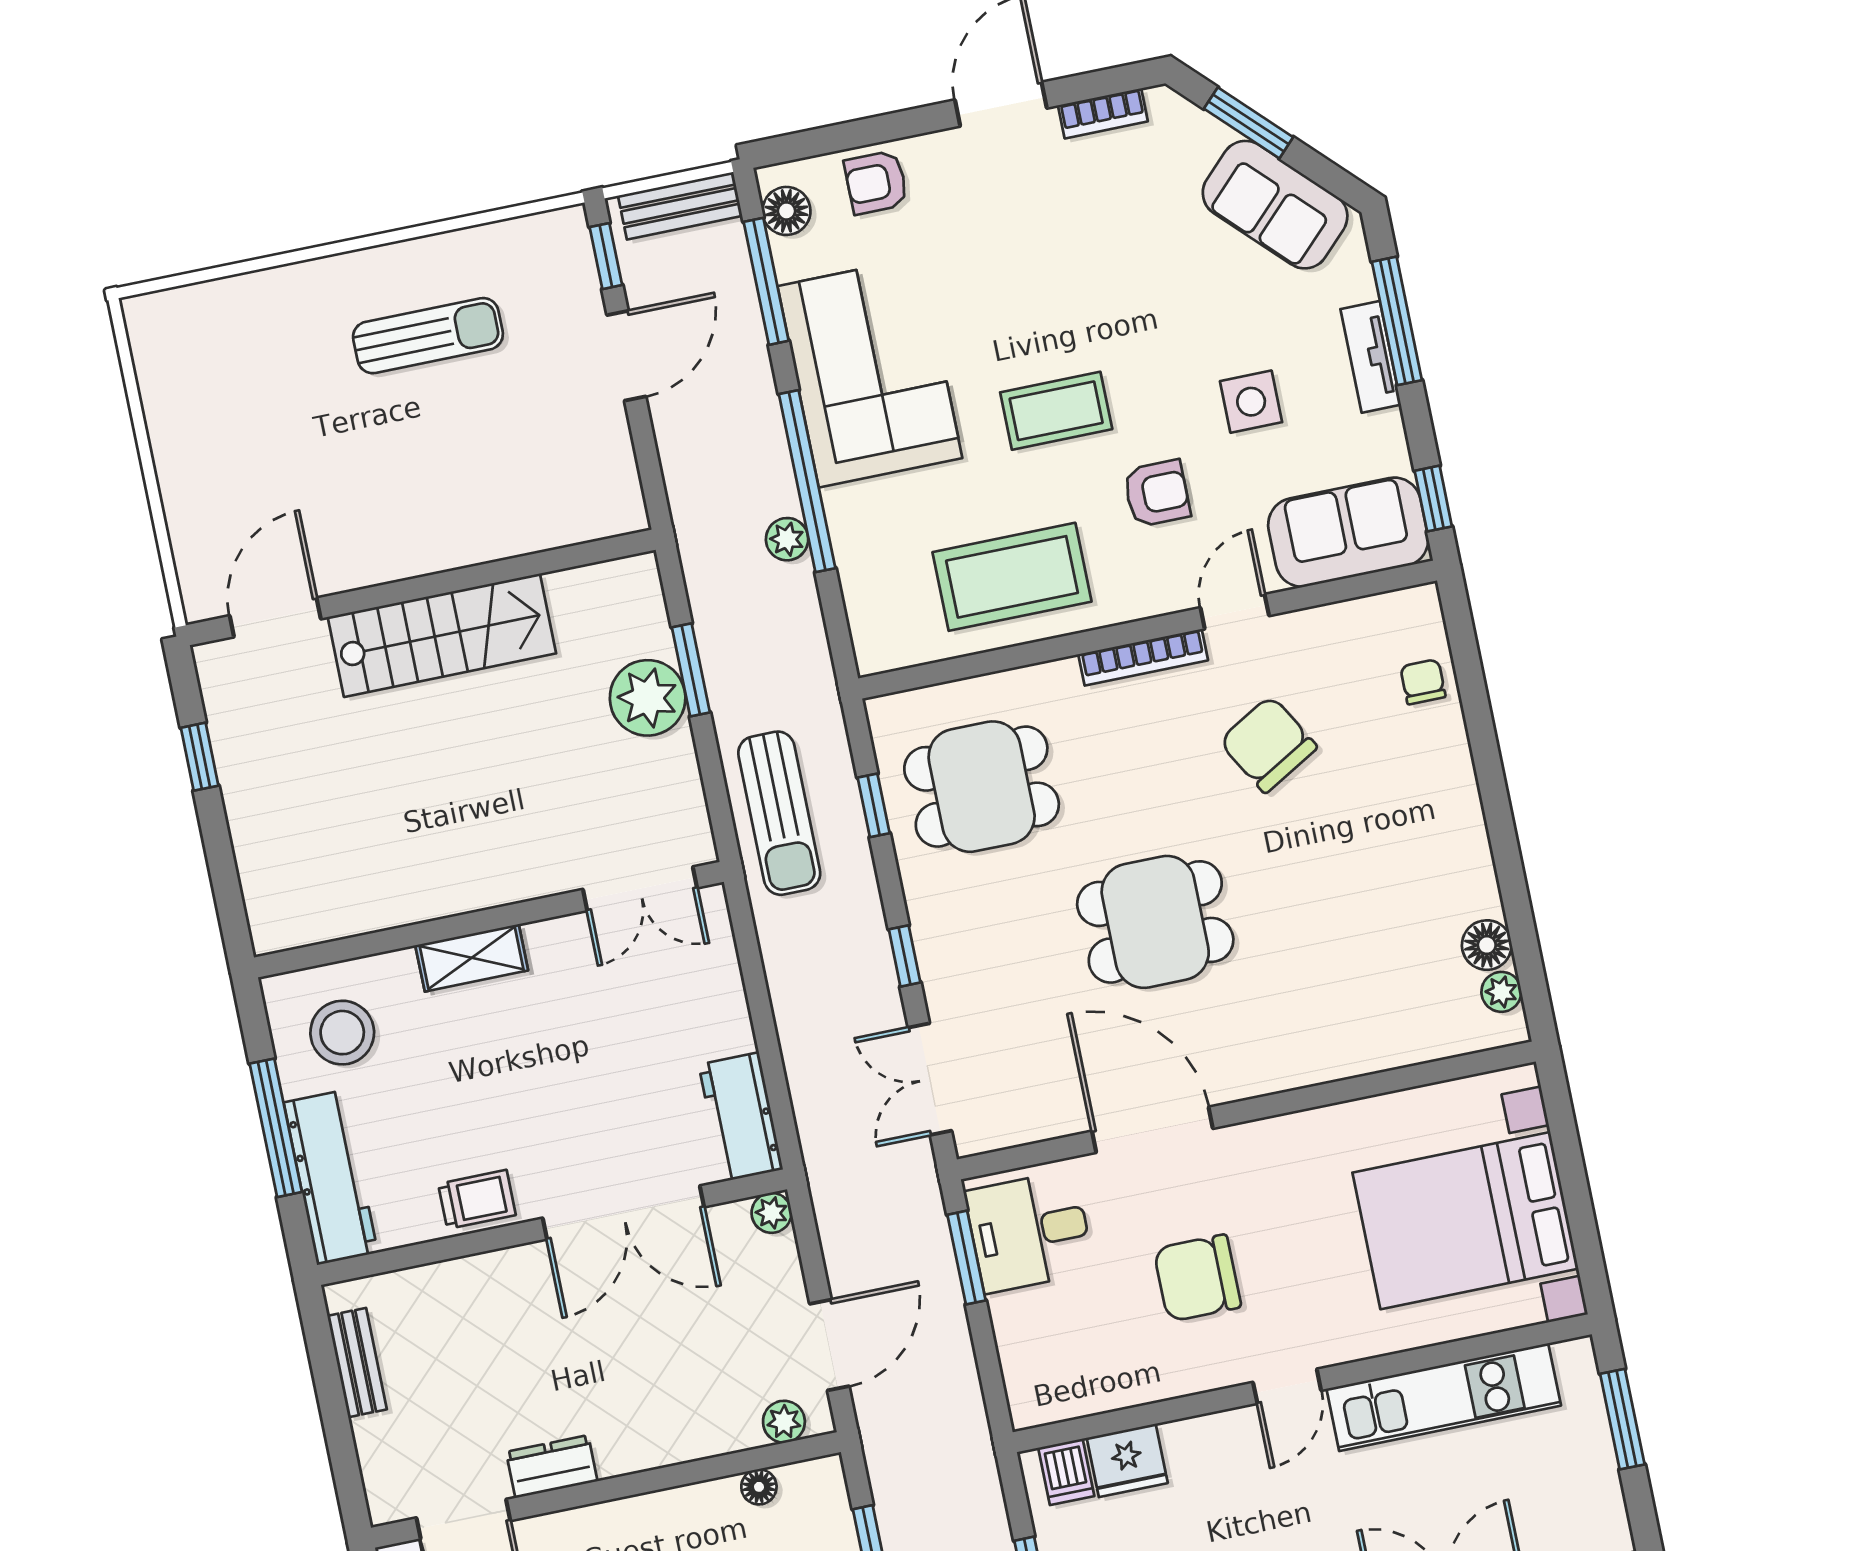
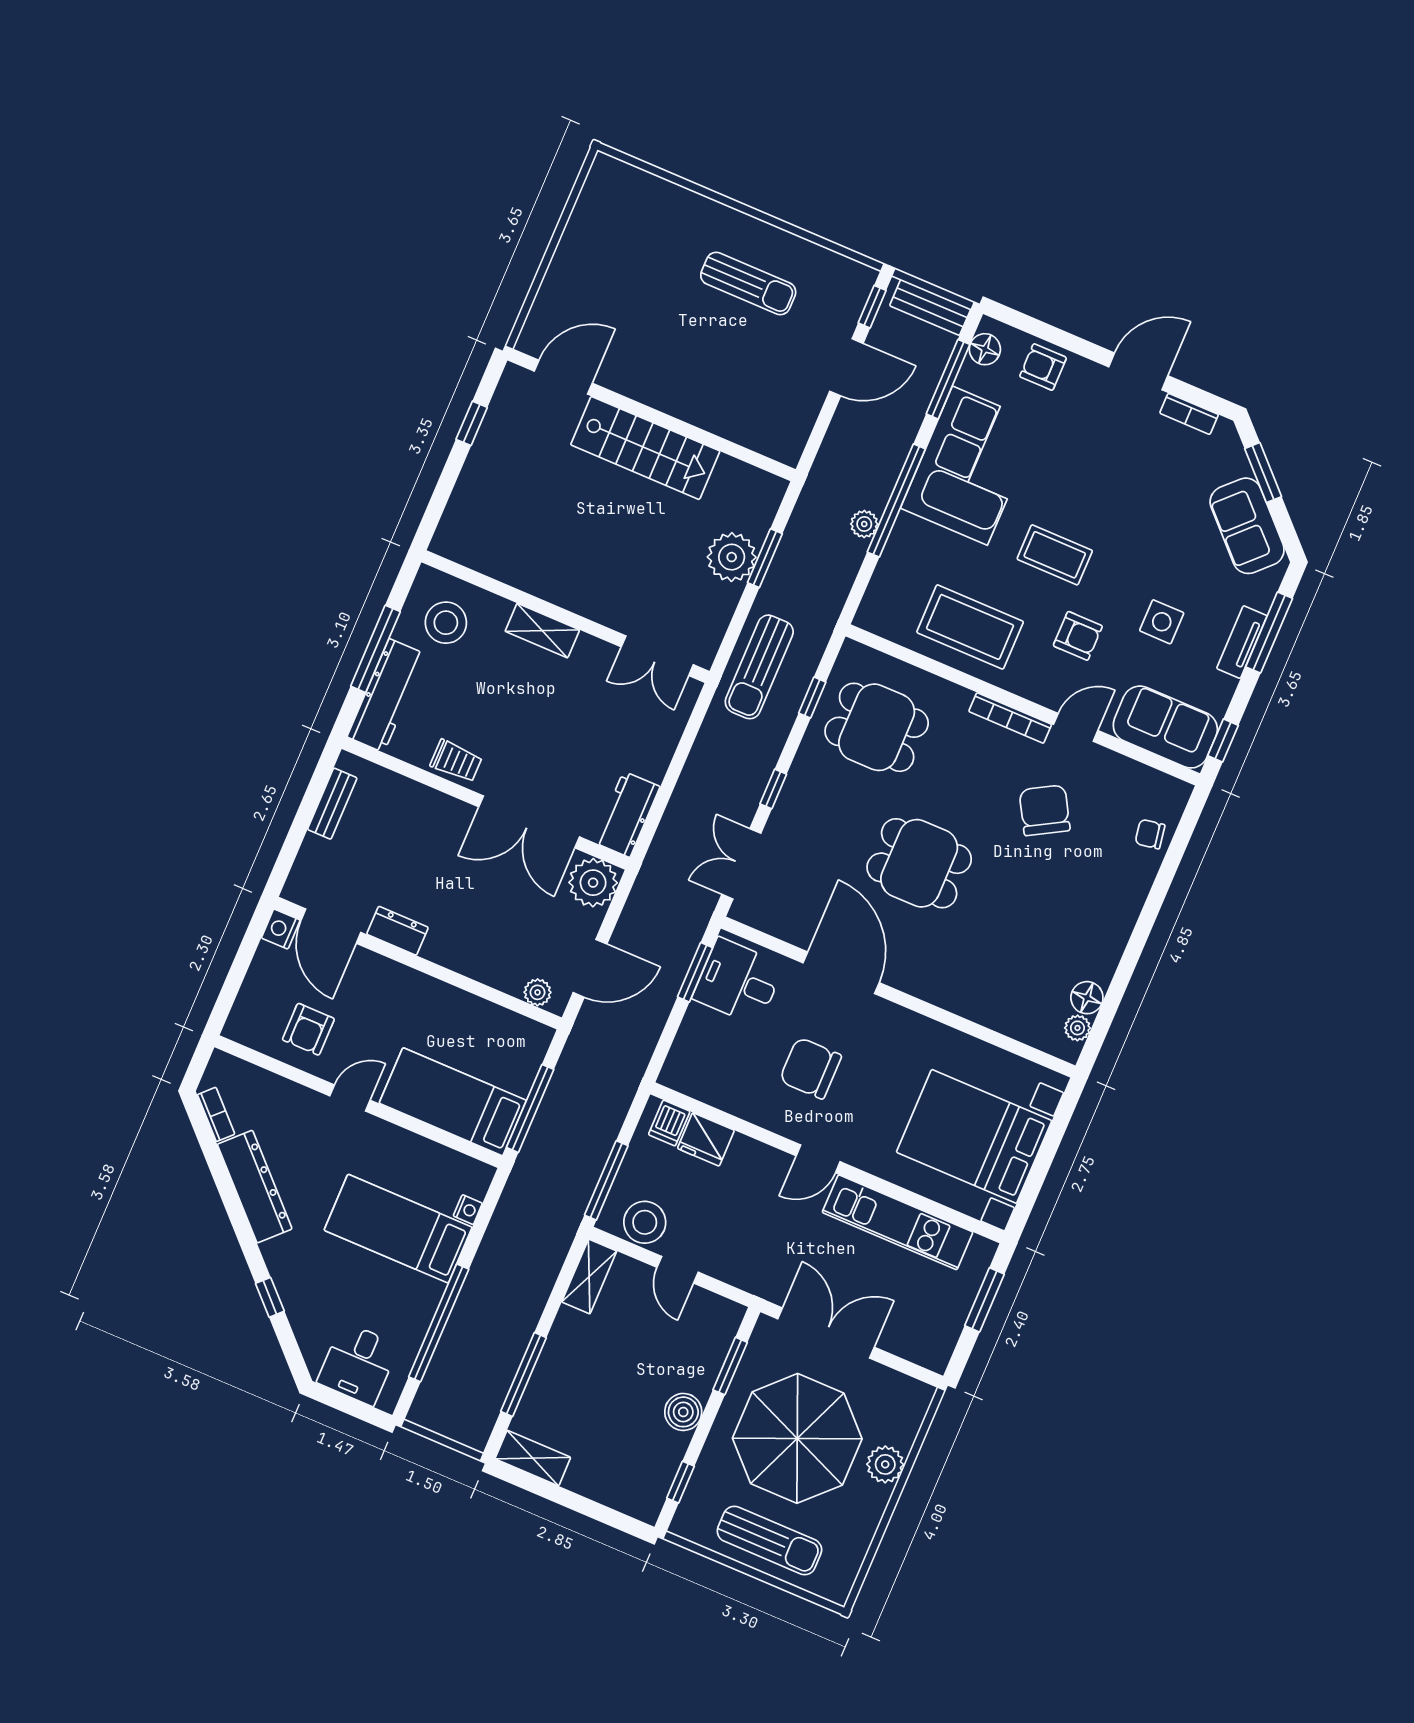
chair: (1423, 682) -> (1150, 834), turned -100
plant: (772, 1213) -> (593, 883), width x1.88, depth x1.88
floor lamp: (759, 1487) -> (500, 1018), removed

